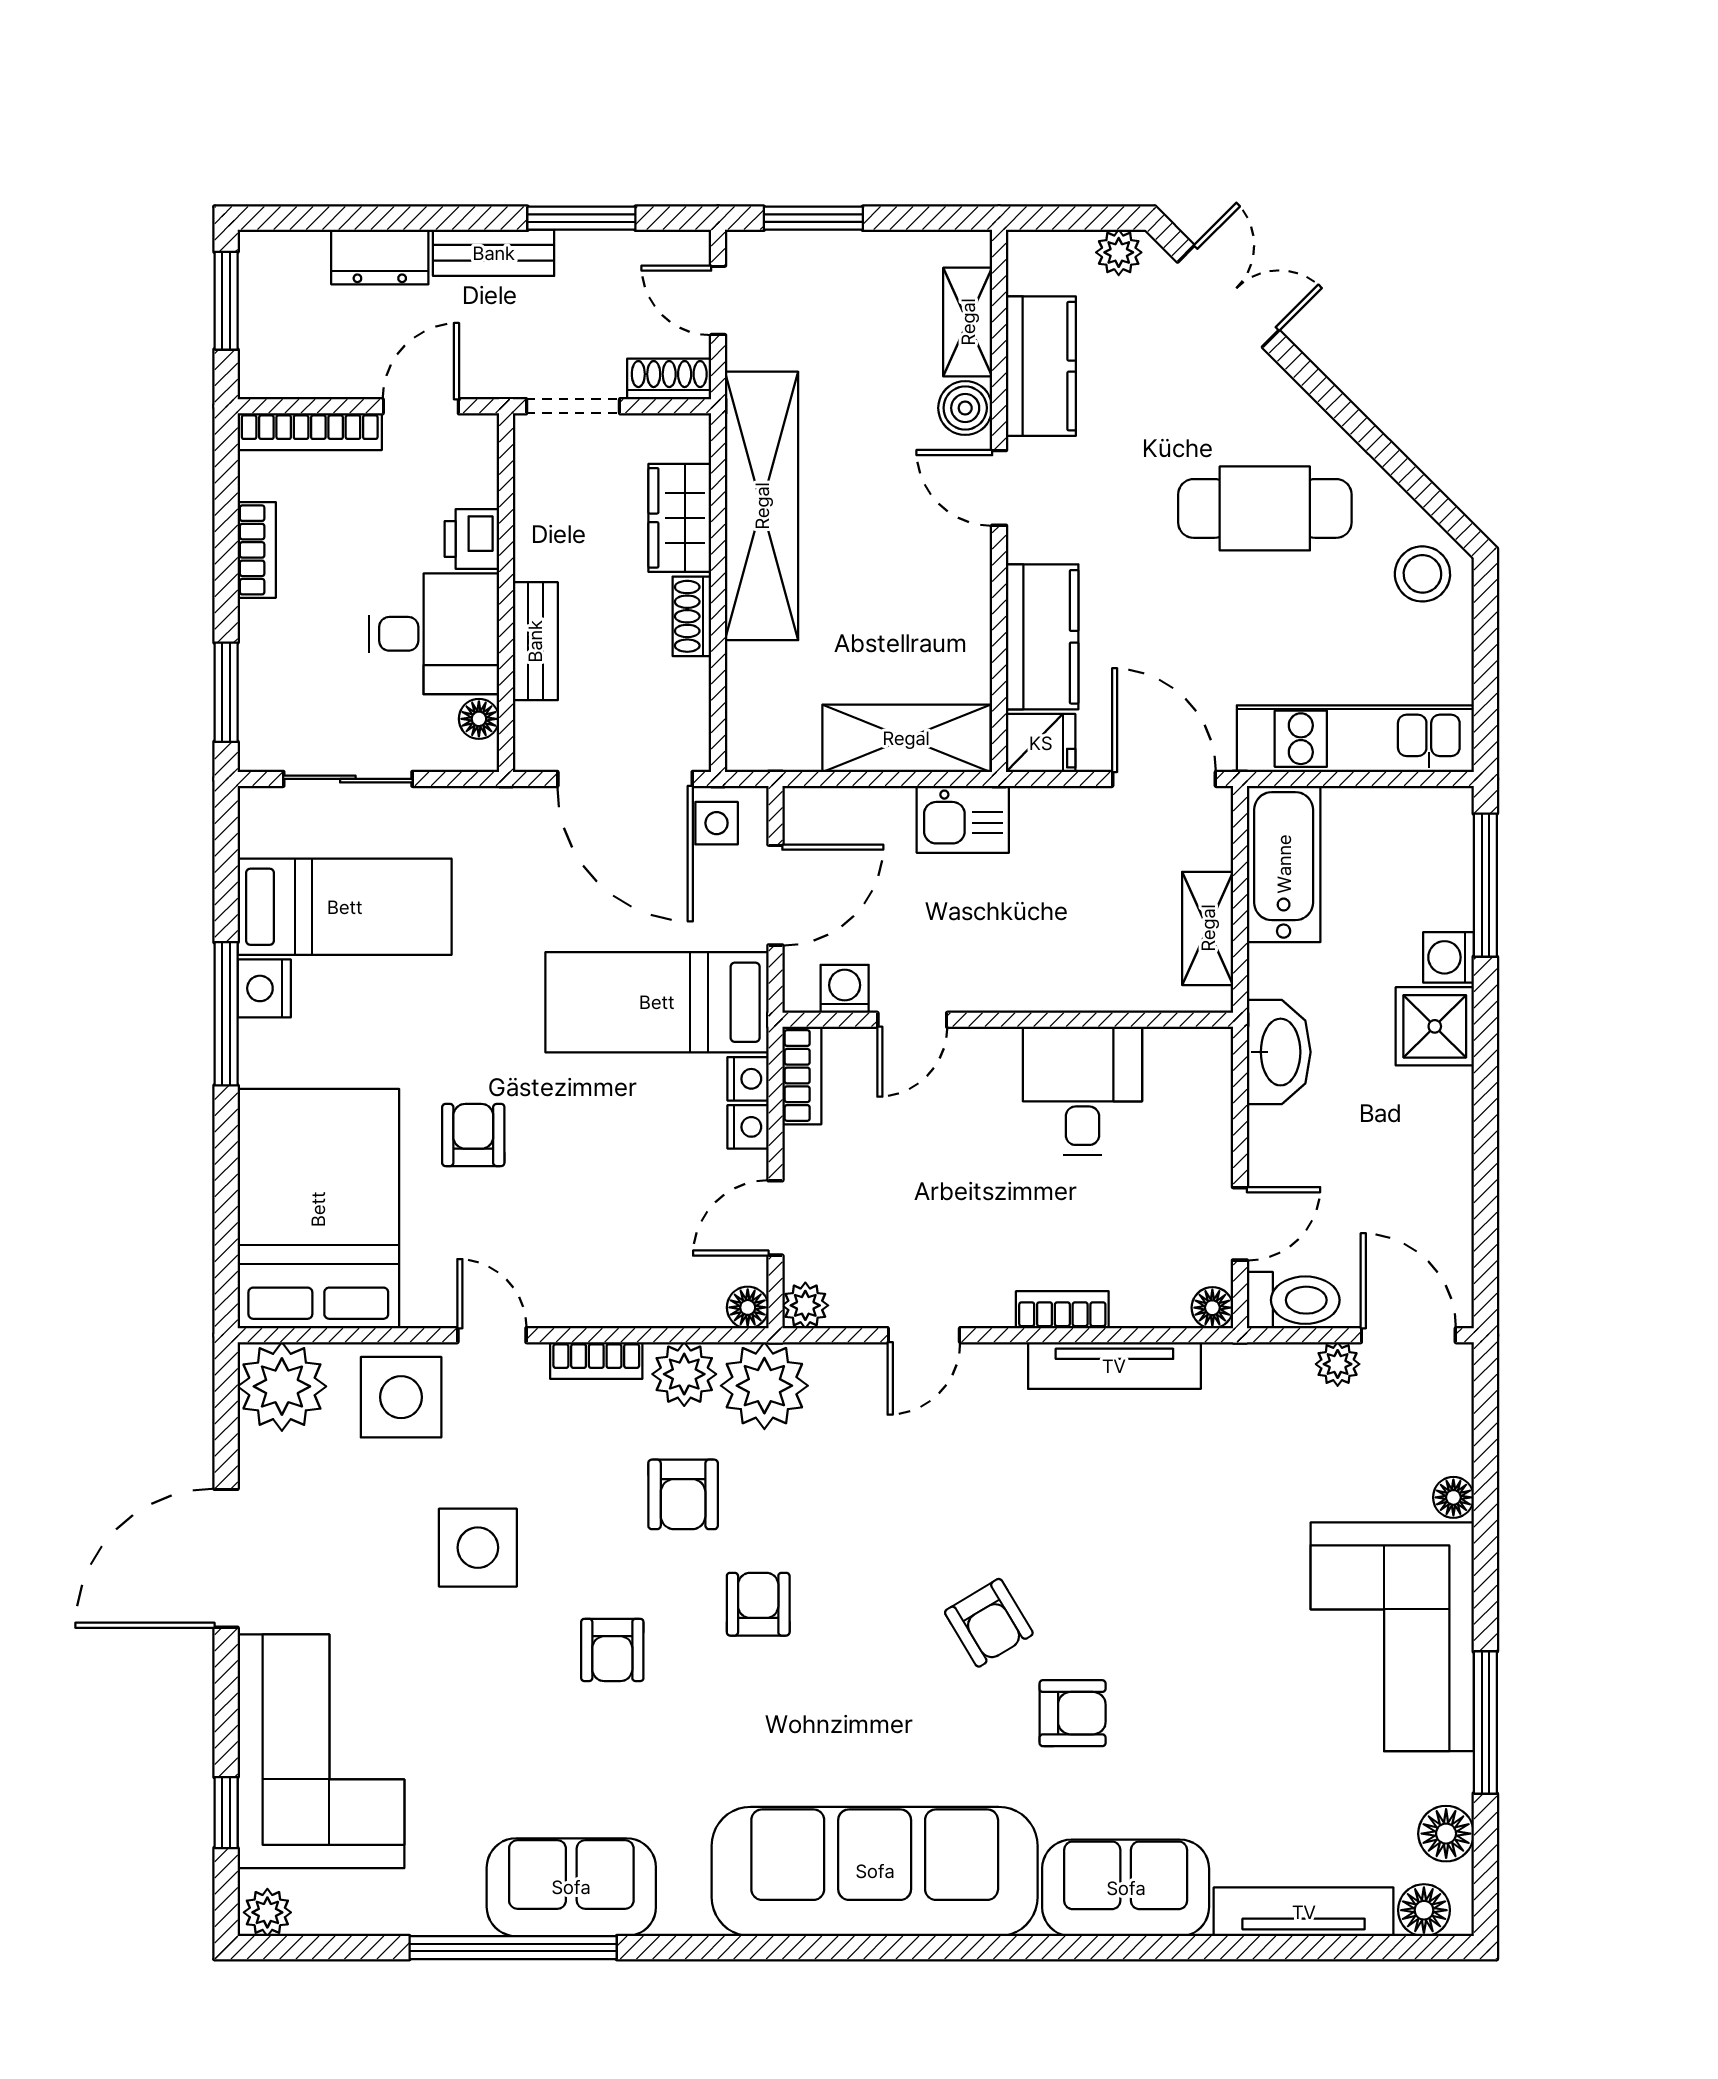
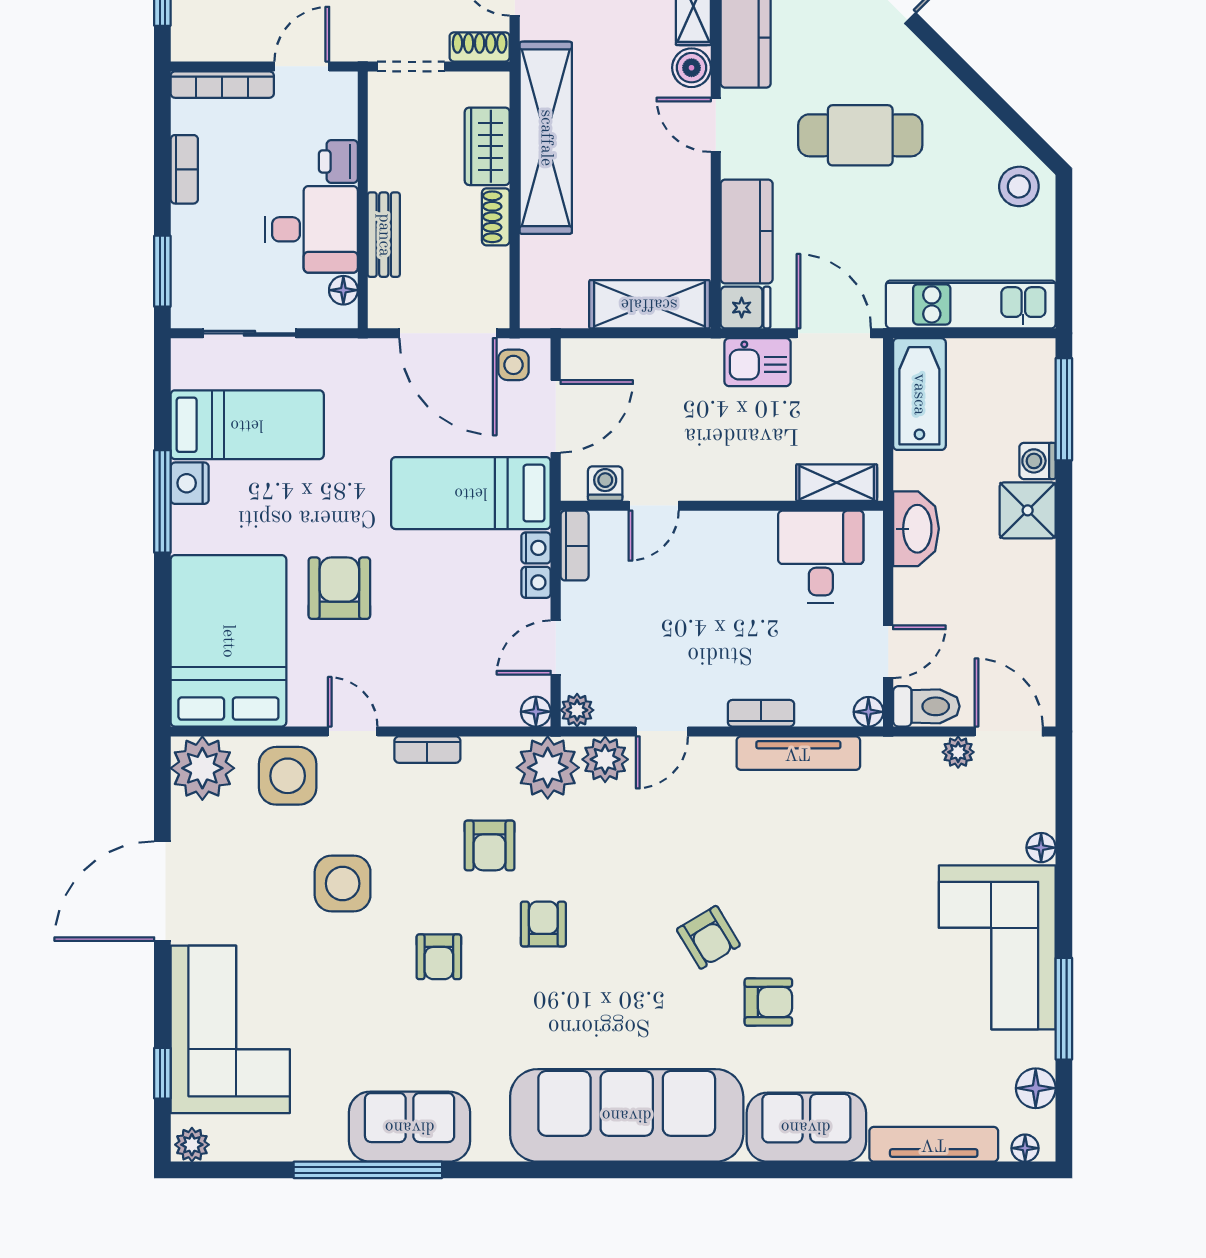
cafe table: (1265, 508) -> (860, 135), moved
kitchen sink: (963, 819) -> (758, 362), moved
shelving: (1208, 928) -> (837, 483), moved, turned 90
desk: (1082, 1091) -> (821, 557), moved
armchair: (473, 1135) -> (339, 588), width x1.38, depth x1.38
plant: (684, 1374) -> (605, 759), moved
floor lamp: (1424, 1910) -> (1025, 1148), width x0.73, depth x0.73

